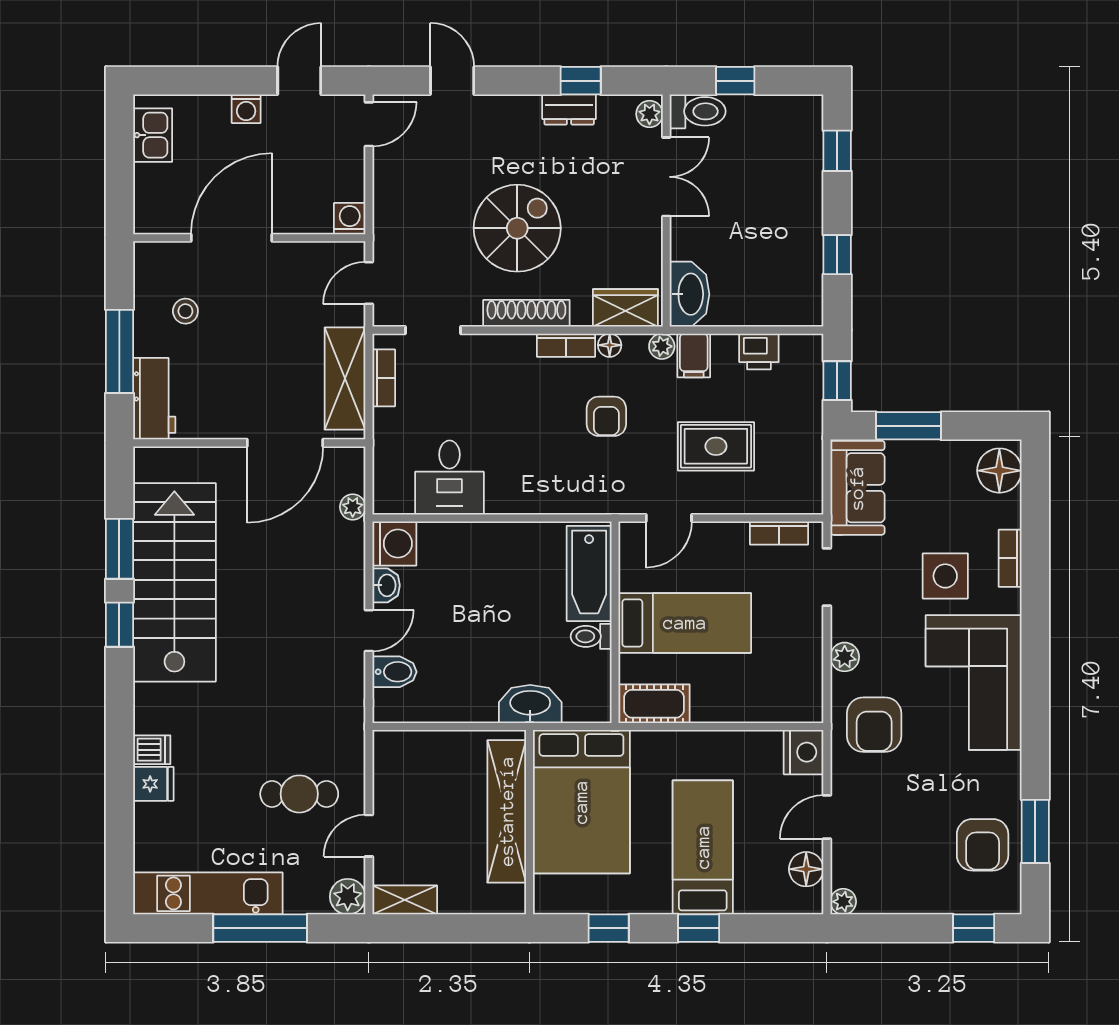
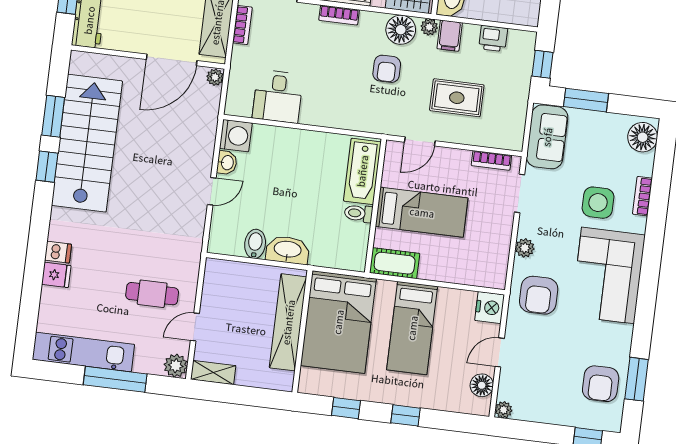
bookcase: (566, 345) -> (339, 15), moved
floor lamp: (610, 345) -> (401, 30), width x1.89, depth x1.89
plant: (353, 507) -> (215, 77), moved
bidet: (395, 672) -> (255, 244), moved, turned -90
washbasin: (530, 704) -> (288, 250), moved
bed: (703, 847) -> (412, 328), moved, turned 180

